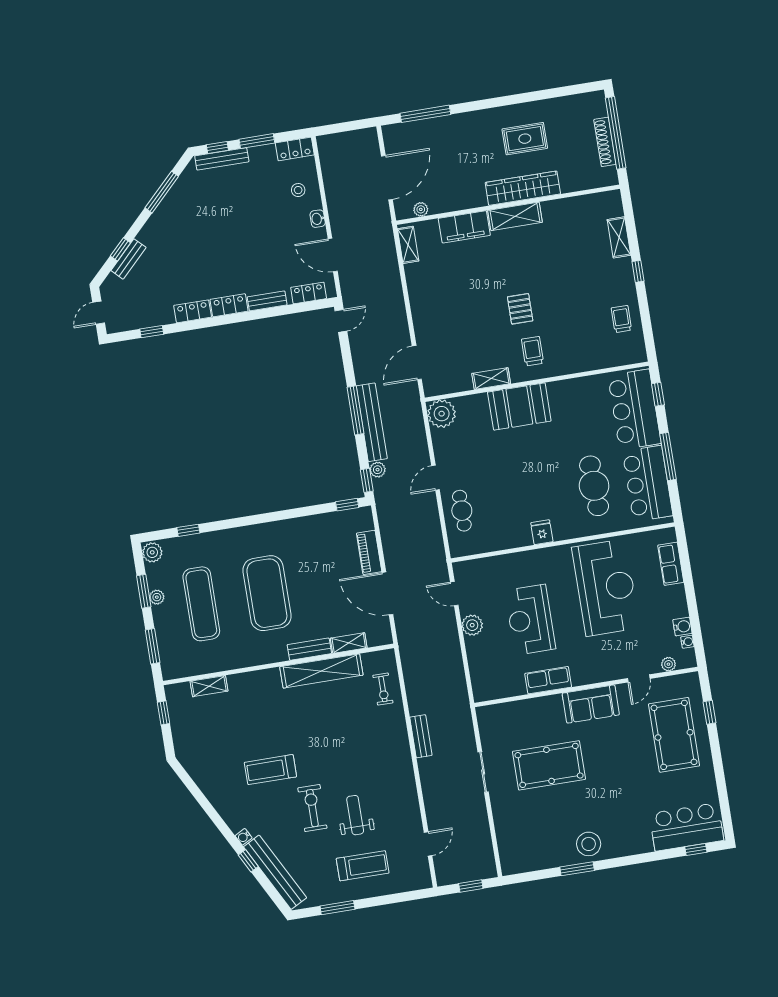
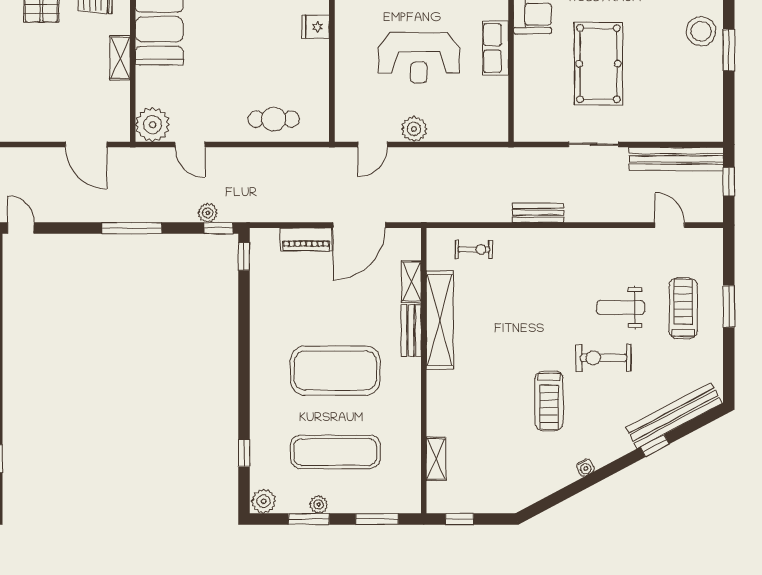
bench: (372, 422) -> (676, 159), moved
door: (435, 478) -> (190, 145), moved
water cooler: (244, 837) -> (585, 468), moved
window: (337, 908) -> (729, 306), moved

